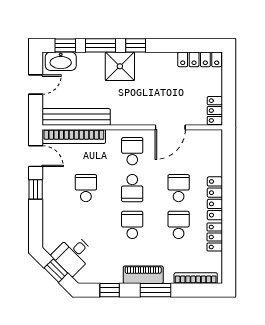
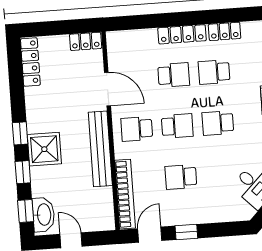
window: (101, 45) -> (23, 172), width x0.67
bench: (76, 117) -> (100, 149), moved
school desk: (179, 188) -> (174, 75), turned 180

